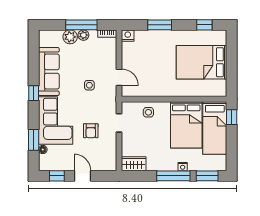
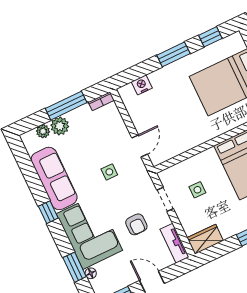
window: (160, 25) -> (173, 54), moved
plant: (83, 35) -> (43, 131), moved
nightstand: (128, 36) -> (142, 85), moved
door: (119, 77) -> (140, 146), hinge flipped
side table: (148, 112) -> (197, 190), moved
tv unit: (111, 156) -> (174, 243), added

